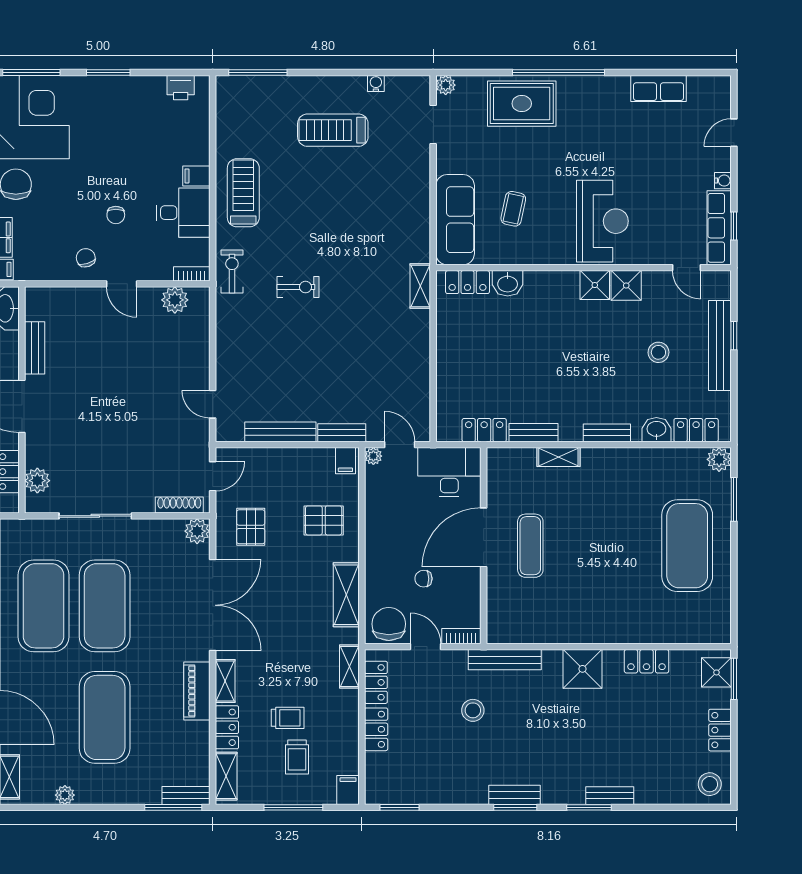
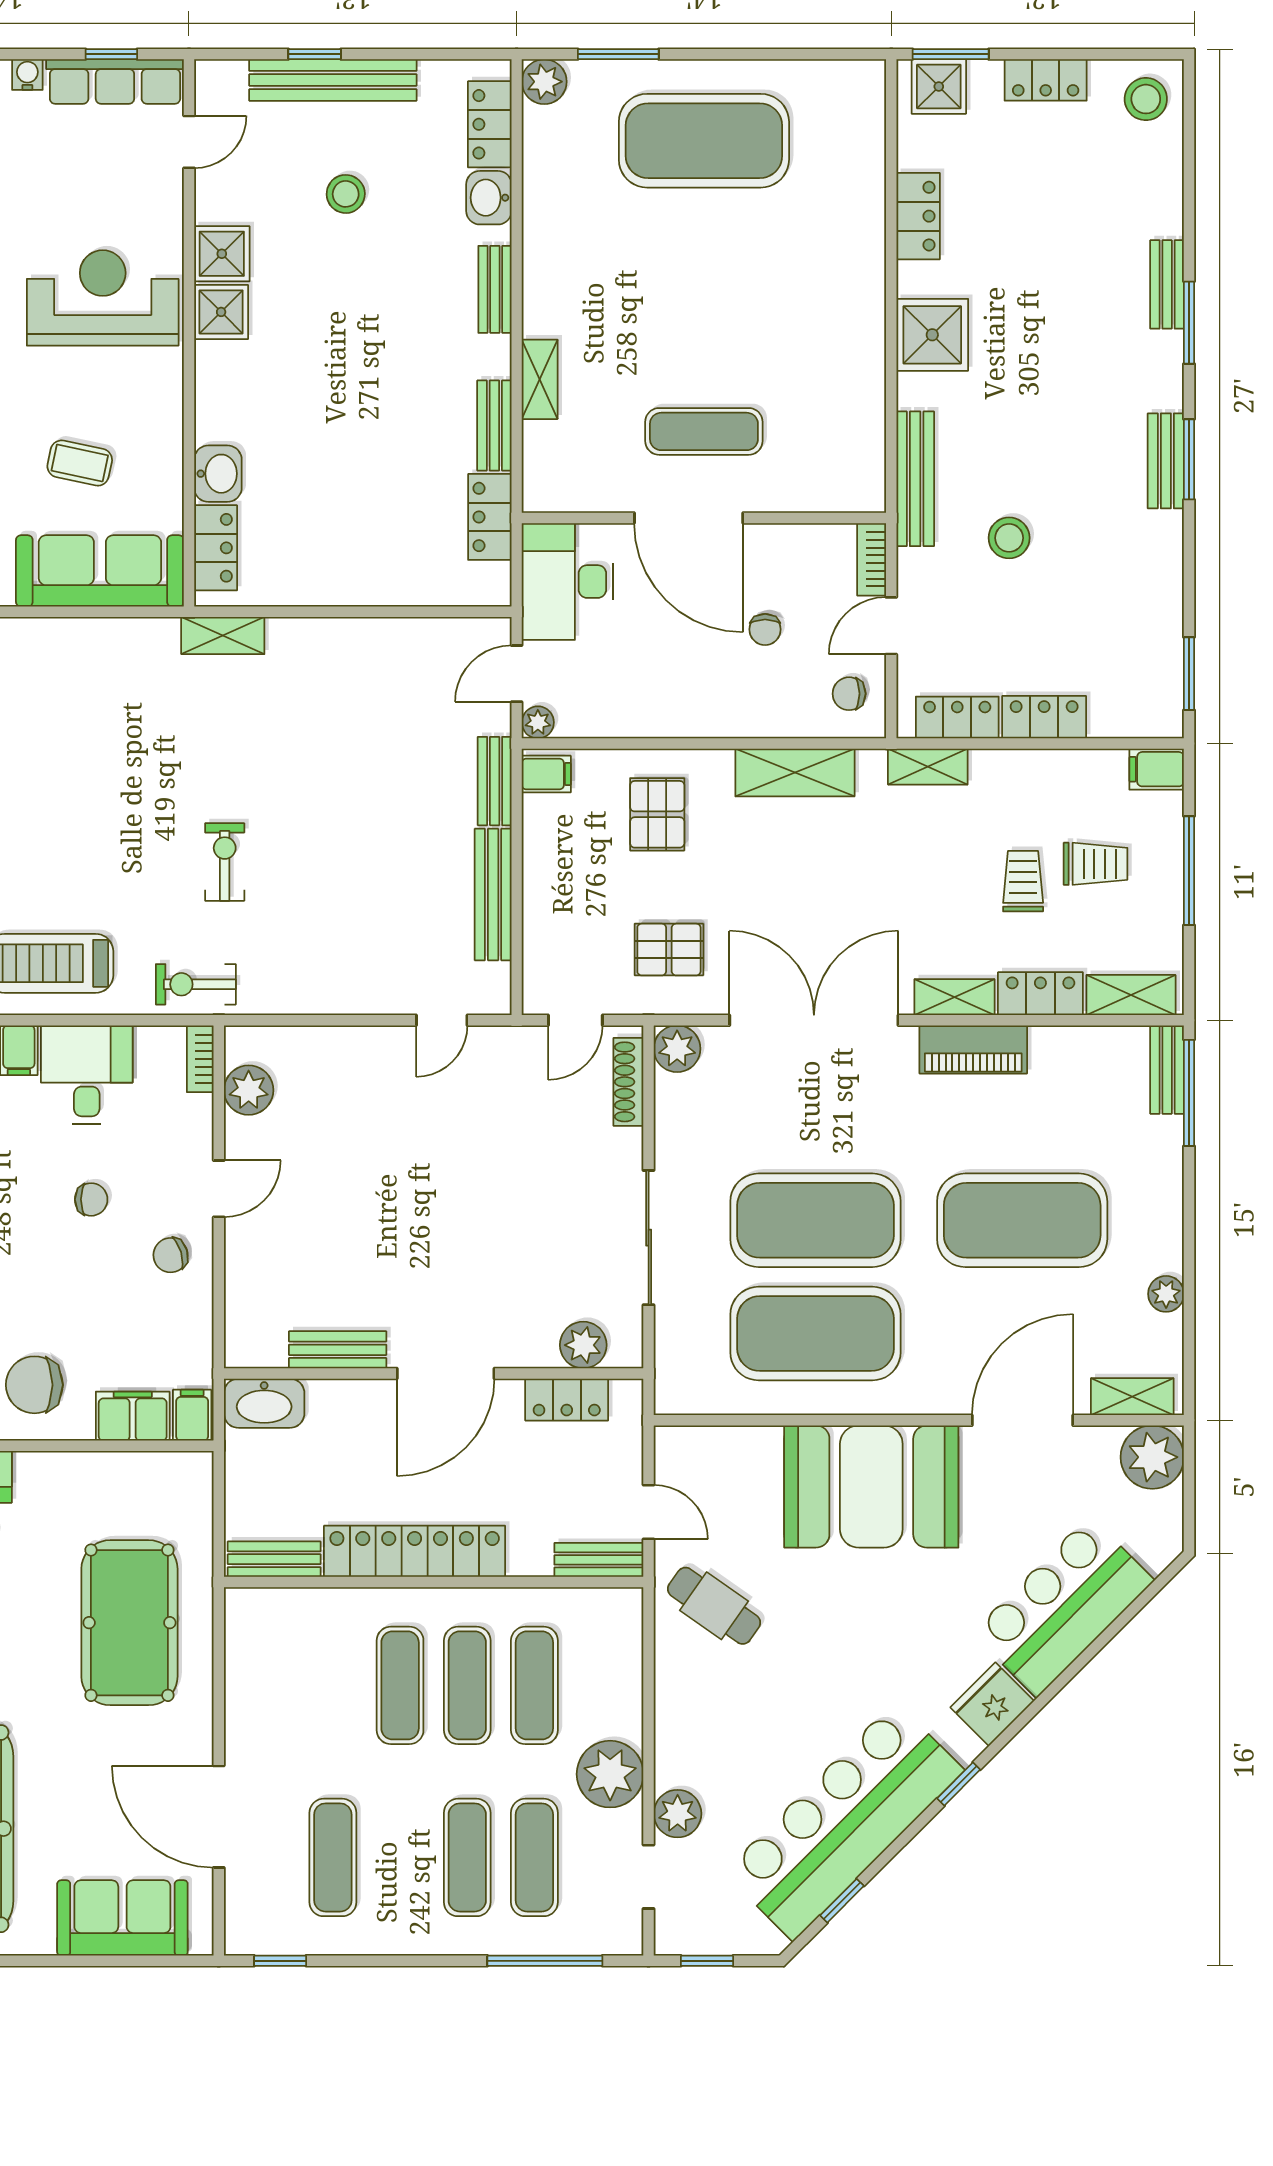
door: (213, 476) -> (575, 1020), swing flipped
chair: (389, 624) -> (849, 694), width x0.54, depth x0.54

